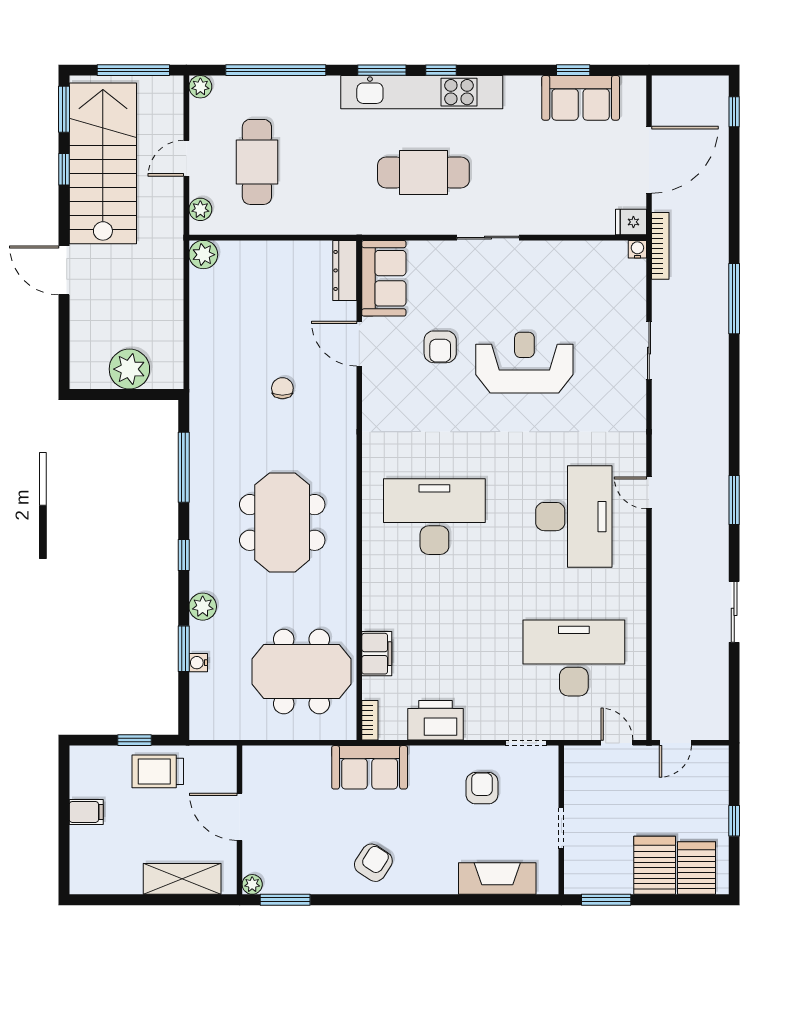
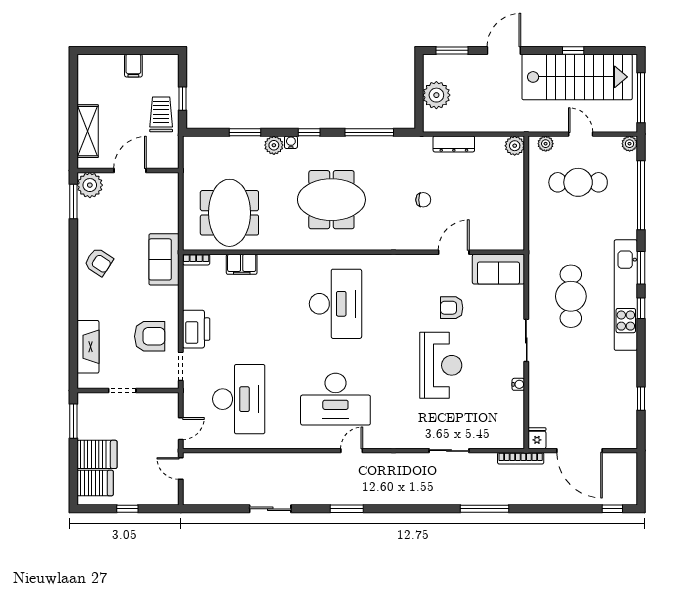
sofa: (581, 98) -> (622, 404), removed
window: (64, 109) -> (452, 50), moved
water cooler: (637, 249) -> (518, 384), moved
dresser: (345, 270) -> (454, 144), moved, turned 180
water cooler: (198, 663) -> (291, 142), moved
printer: (436, 720) -> (196, 329), moved
armchair: (482, 788) -> (150, 336), width x1.38, depth x1.38
plant: (252, 884) -> (90, 185), width x1.87, depth x1.87

